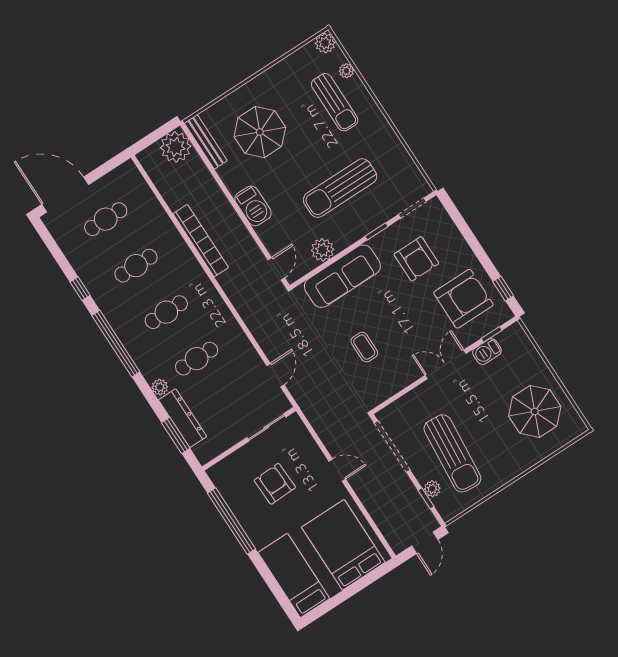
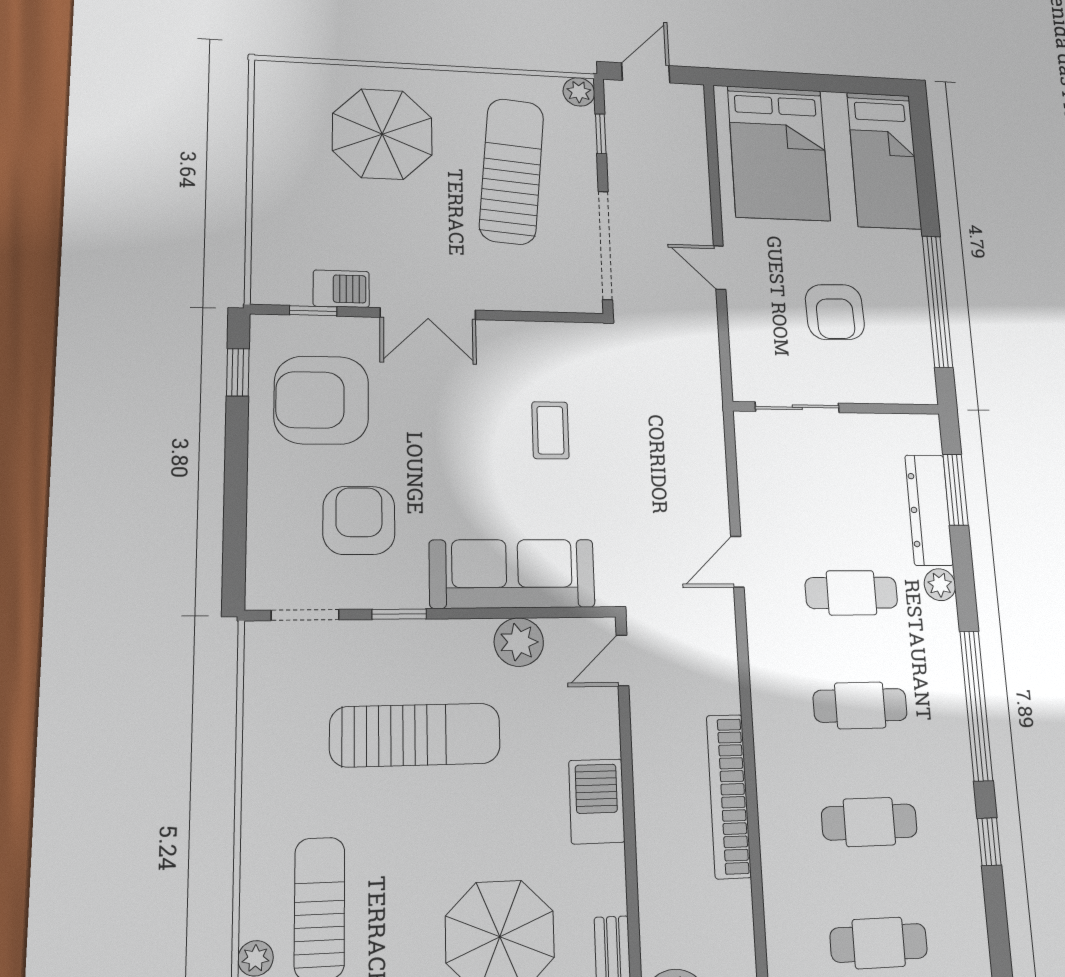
door: (275, 375) -> (737, 562), moved
parasol: (535, 411) -> (382, 134), moved
plant: (432, 489) -> (579, 92), moved

